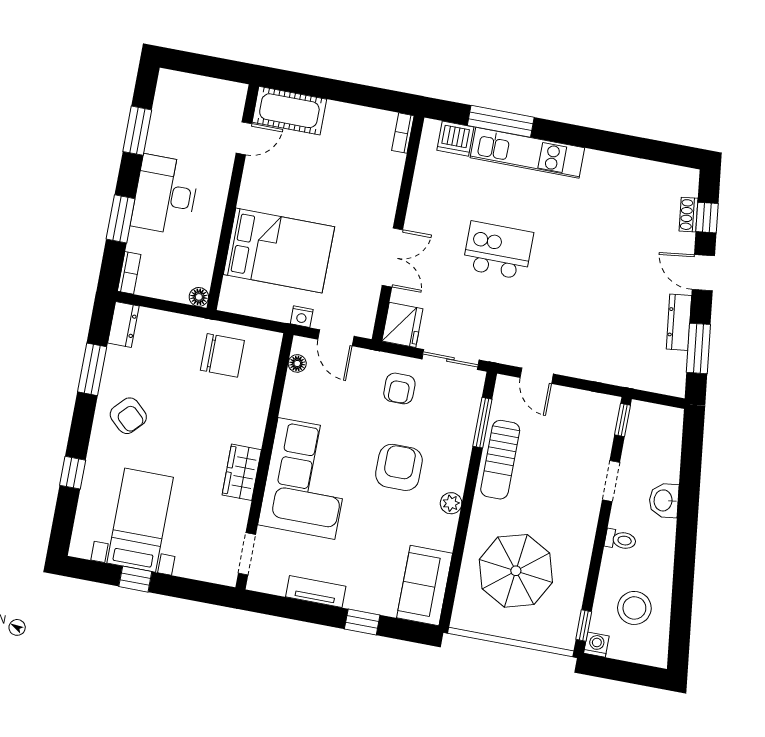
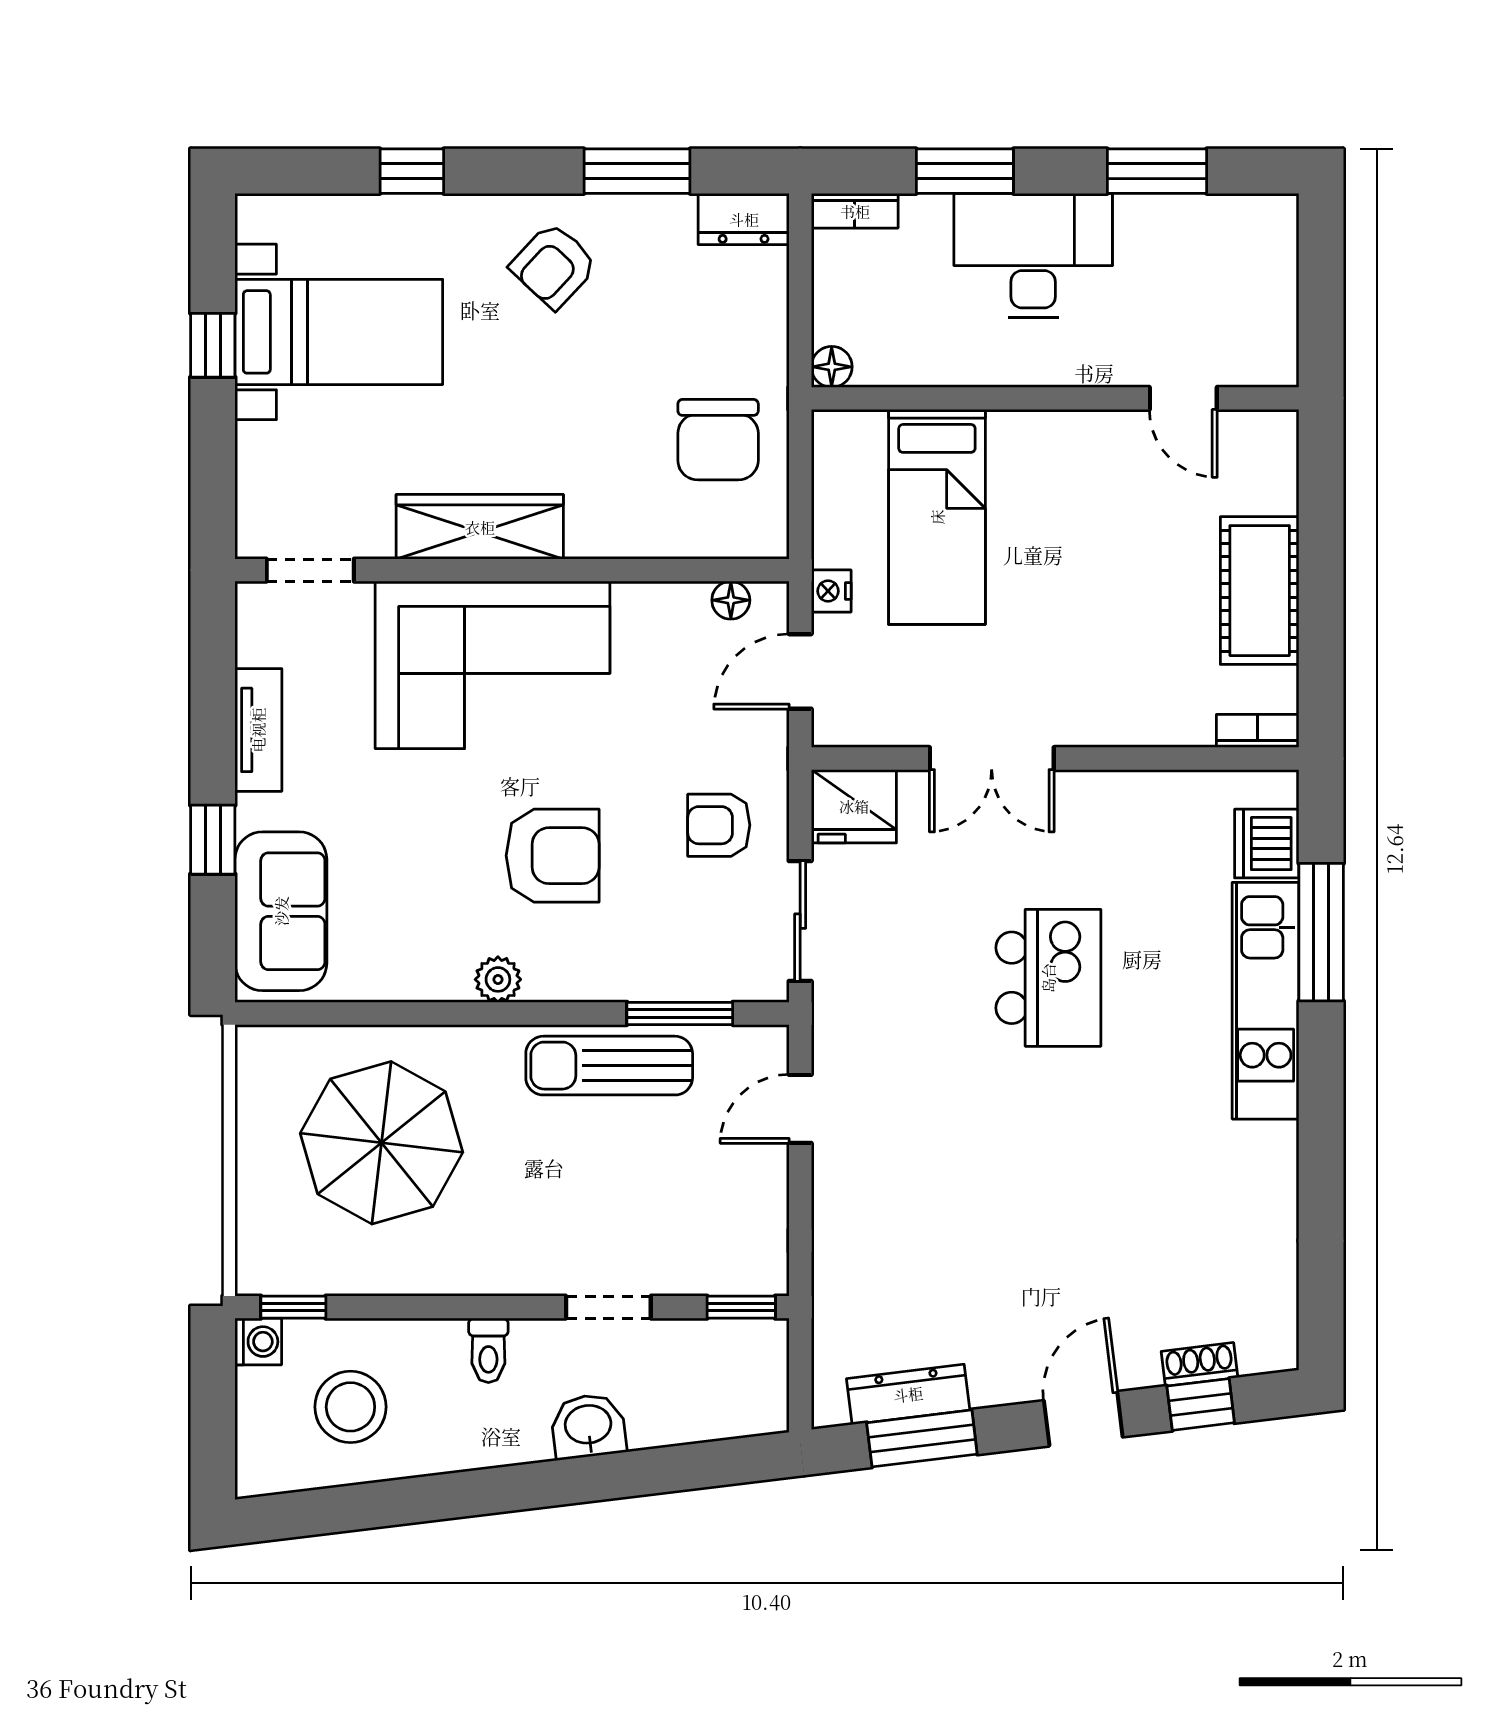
cot: (289, 111) -> (1260, 591), moved
bed: (279, 251) -> (937, 517), width x0.67
dresser: (679, 322) -> (908, 1394), moved
wardrobe: (242, 472) -> (480, 527), width x1.50
sofa: (425, 585) -> (281, 911), moved, turned 90

